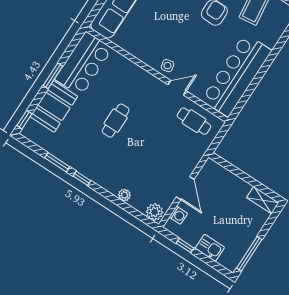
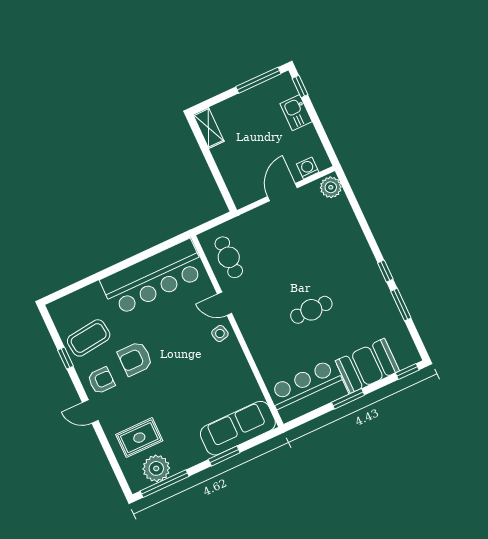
plant: (124, 195) -> (351, 225), removed
window: (185, 246) -> (300, 86), moved

